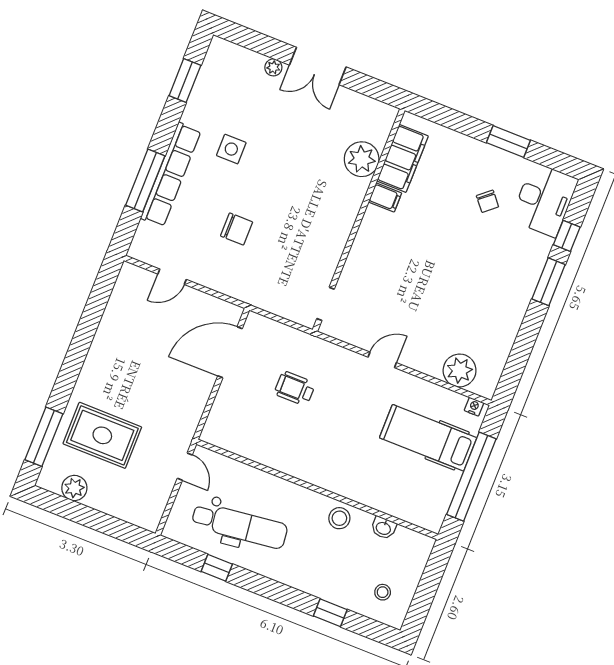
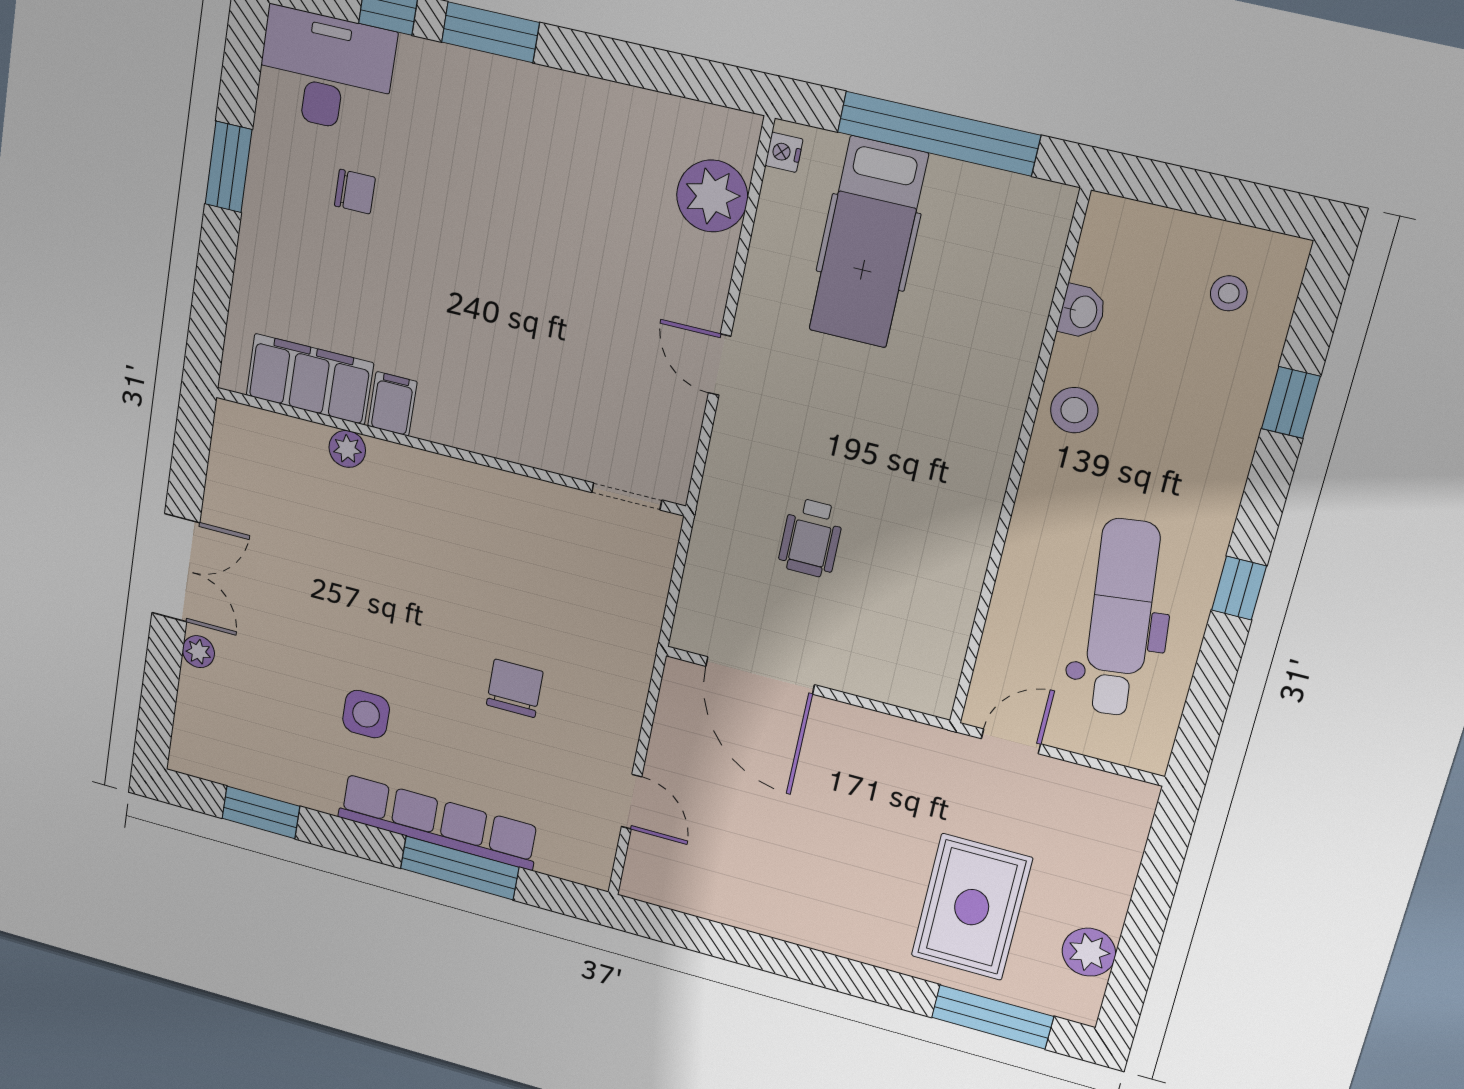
plant: (362, 159) -> (347, 449), width x0.53, depth x0.53
chair: (487, 201) -> (355, 192), turned 40
window: (217, 568) -> (1239, 588), moved

